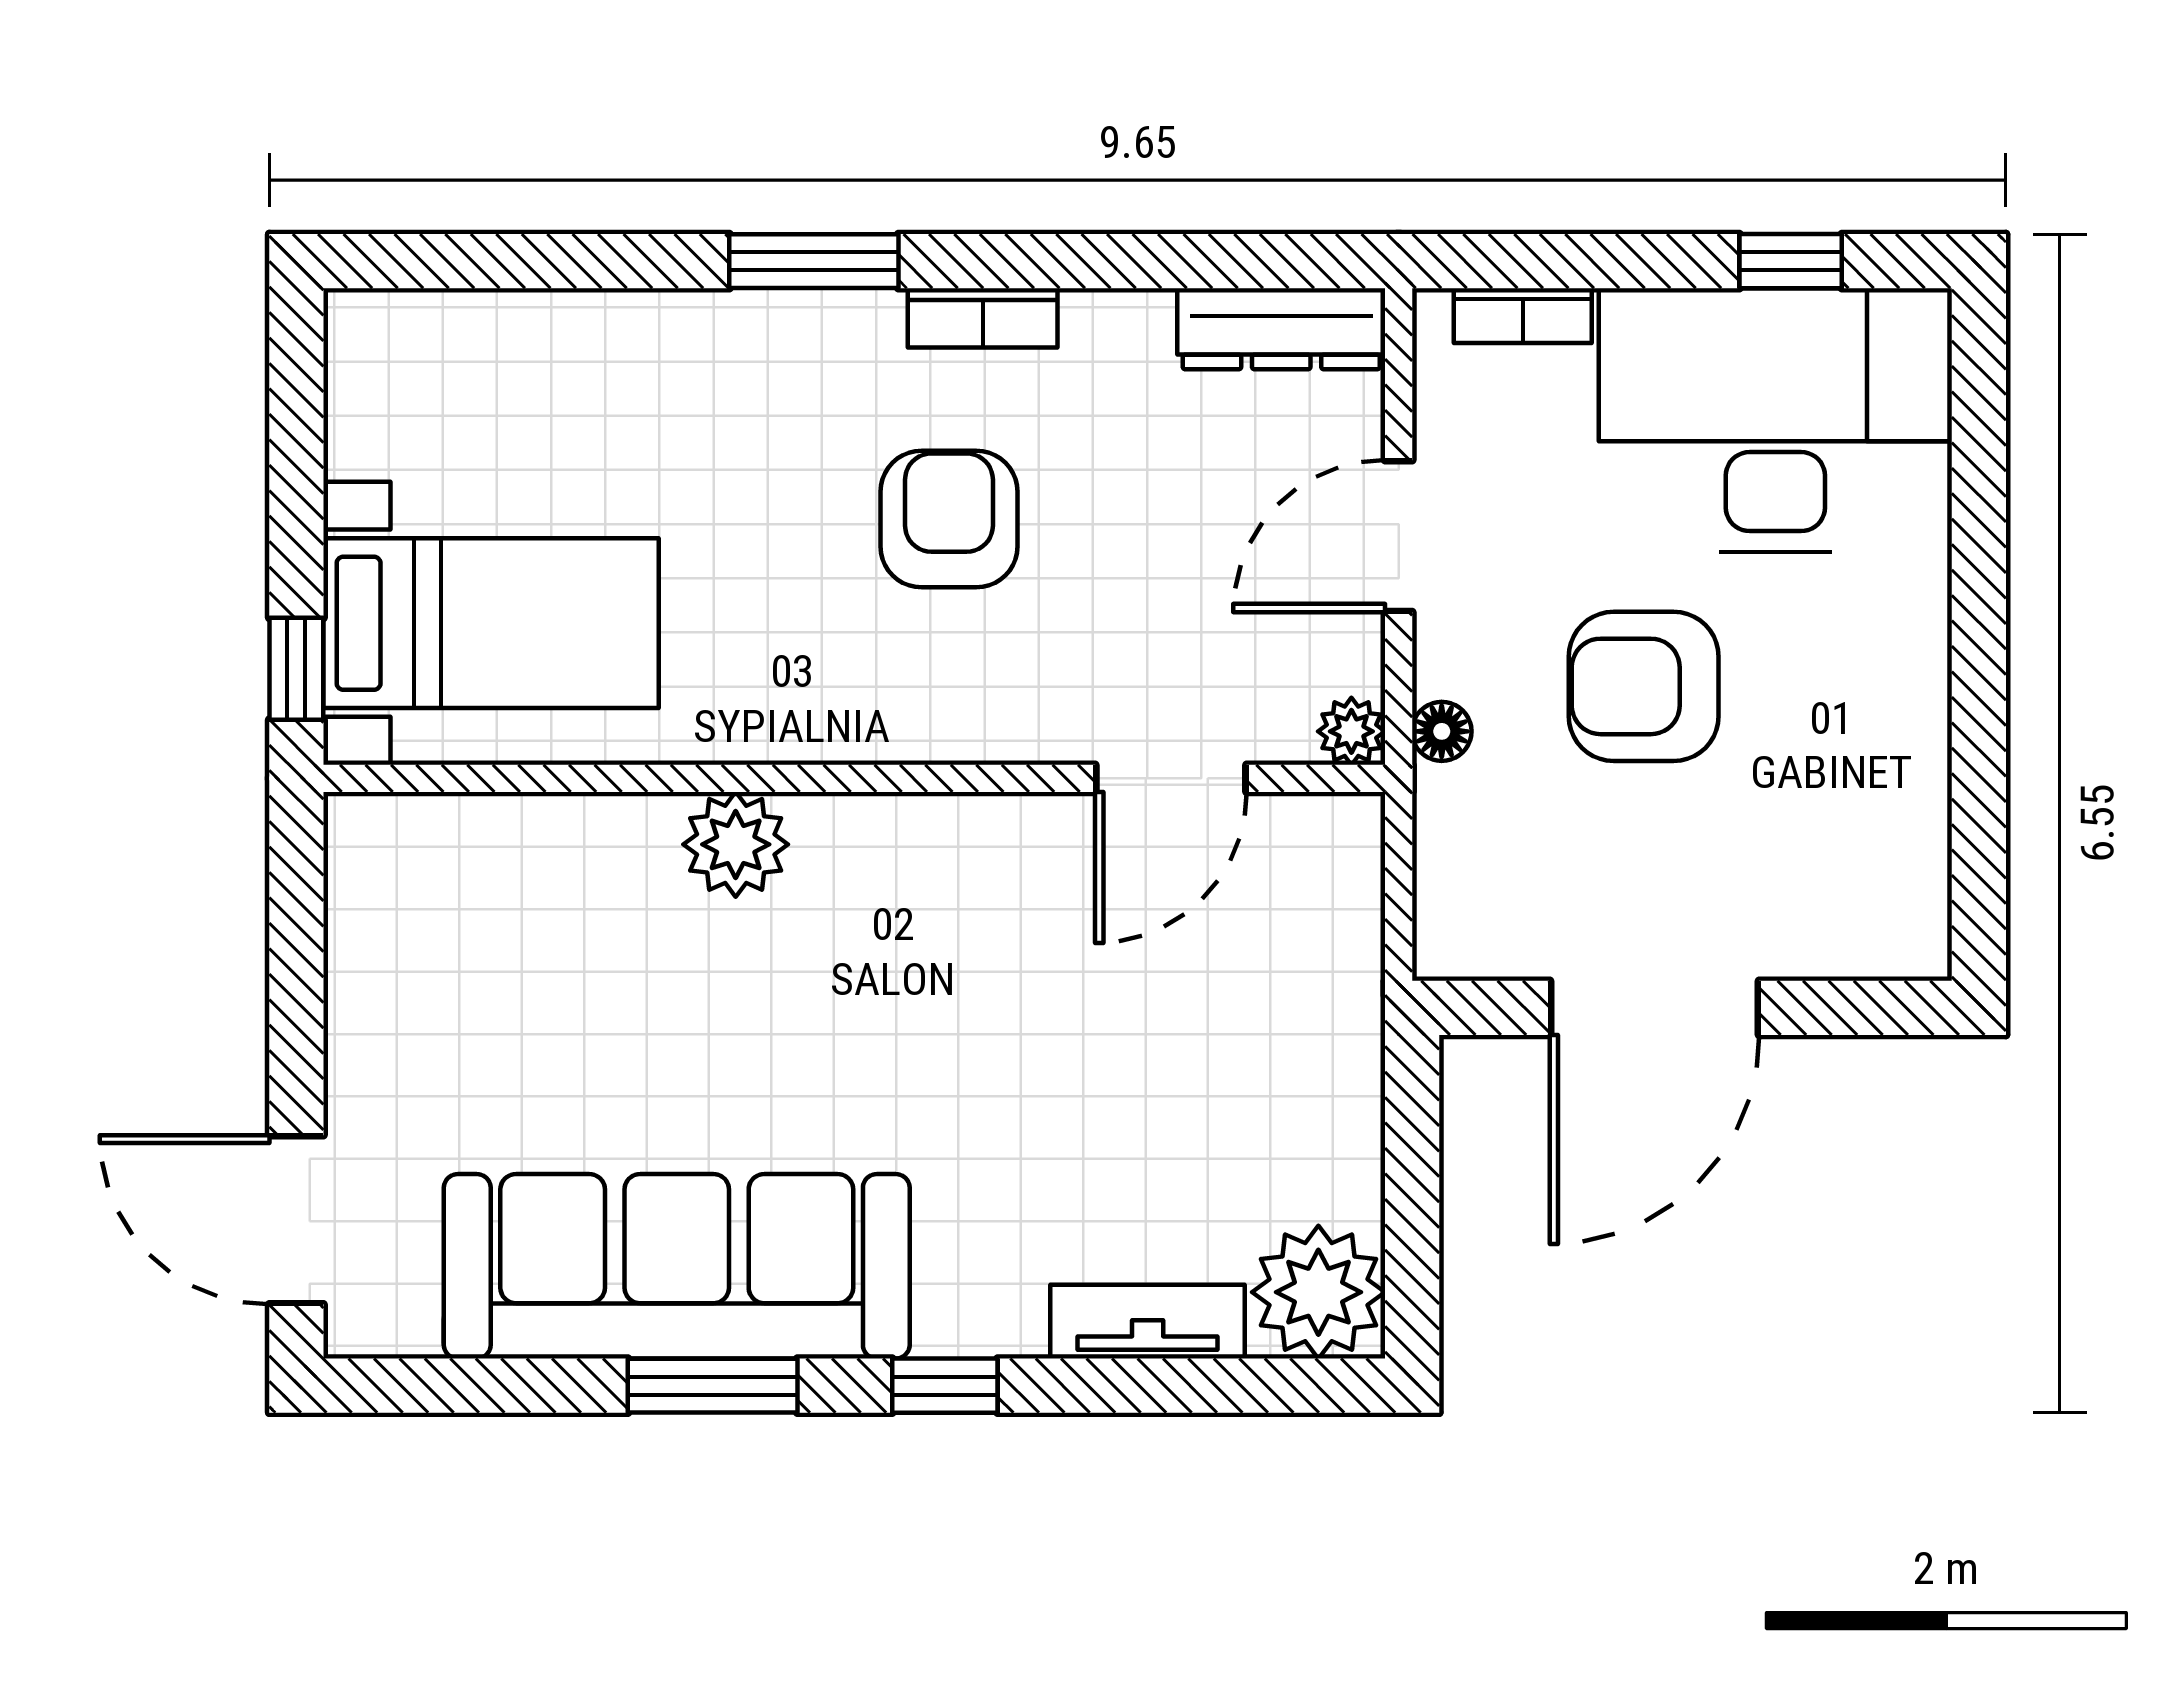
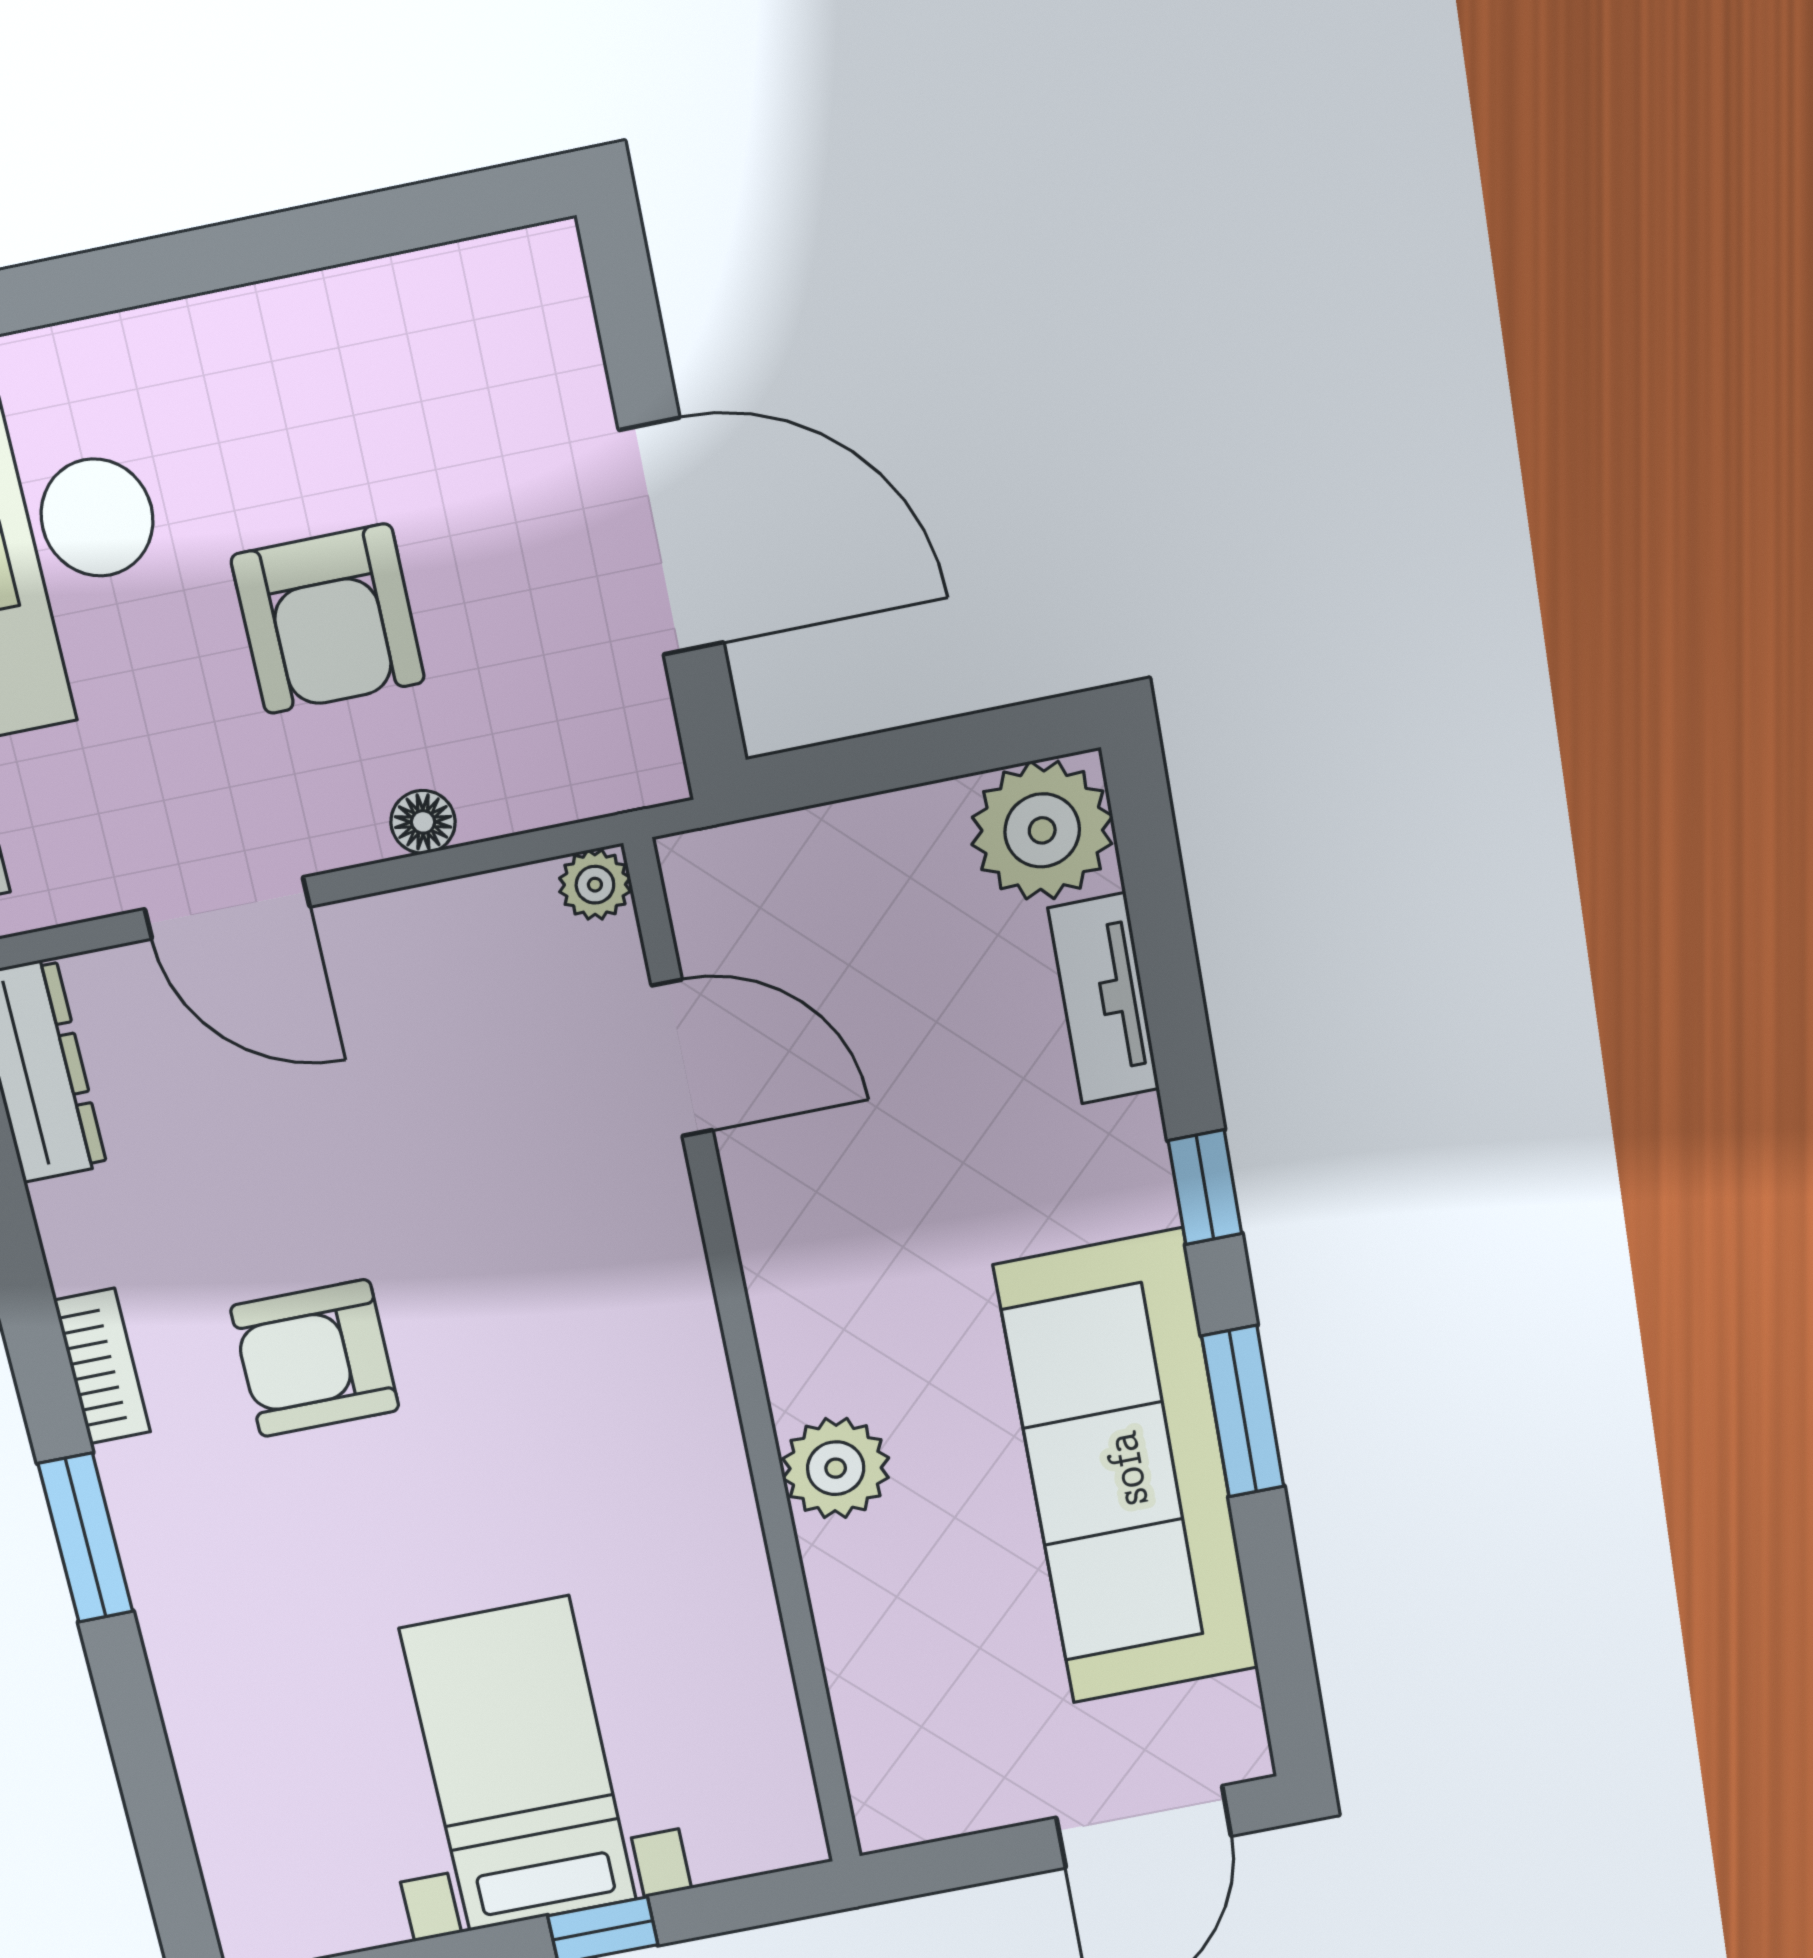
plant: (1351, 731) -> (595, 885), moved
wall: (854, 778) -> (746, 1369), moved
door: (1171, 778) -> (682, 1058), moved
plant: (736, 844) -> (836, 1468), moved

